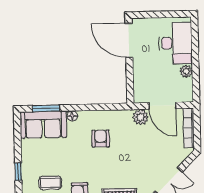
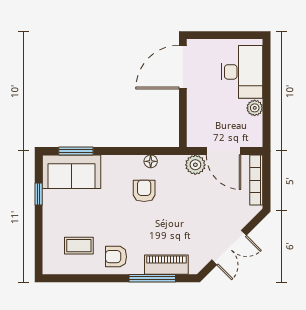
door: (129, 40) -> (183, 67), hinge flipped
floor lamp: (72, 116) -> (151, 161), moved
window: (18, 172) -> (39, 194), moved

